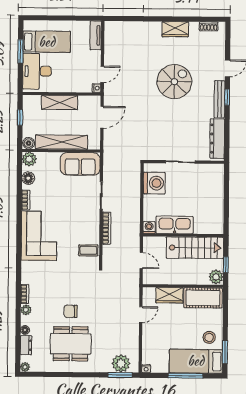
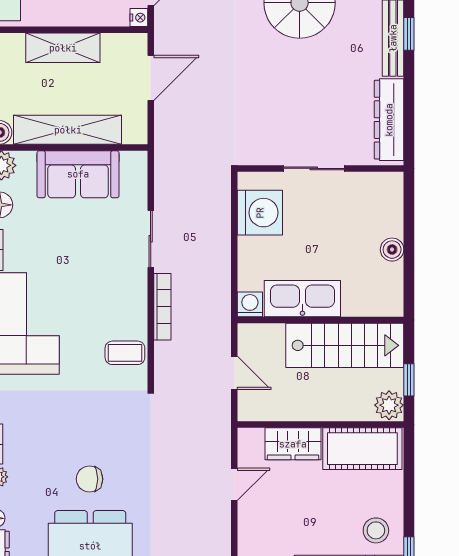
sofa: (80, 164) -> (78, 174), moved
boiler: (218, 201) -> (392, 250), added

